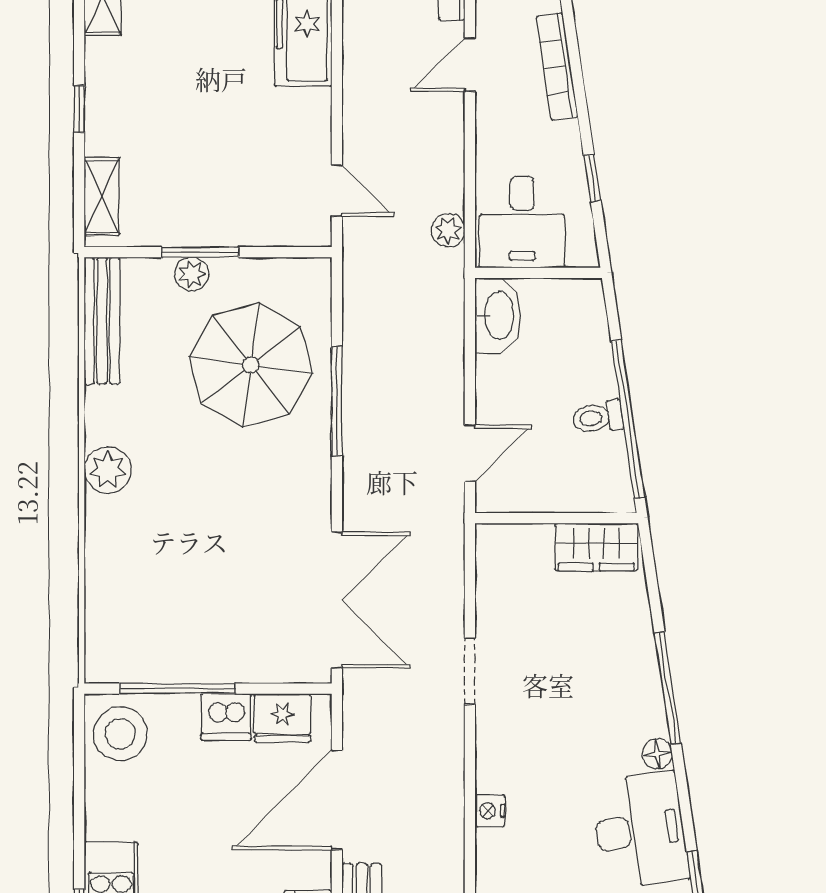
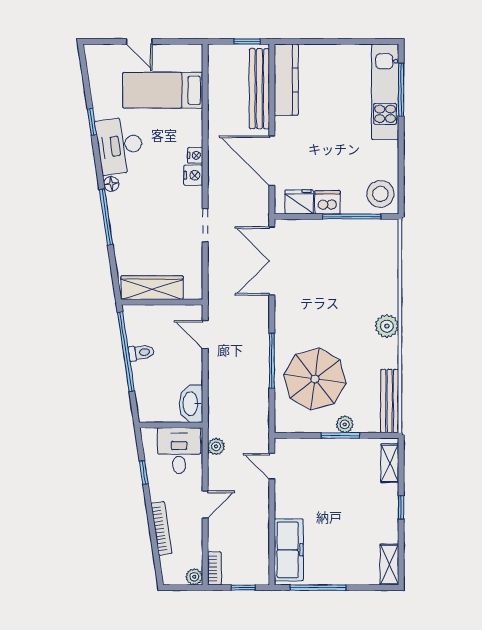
door: (470, 64) -> (205, 504), moved
door: (470, 453) -> (205, 335), hinge flipped
wardrobe: (596, 547) -> (152, 288), width x1.50
nightstand: (494, 771) -> (193, 175), added
door: (337, 800) -> (272, 161), swing flipped

